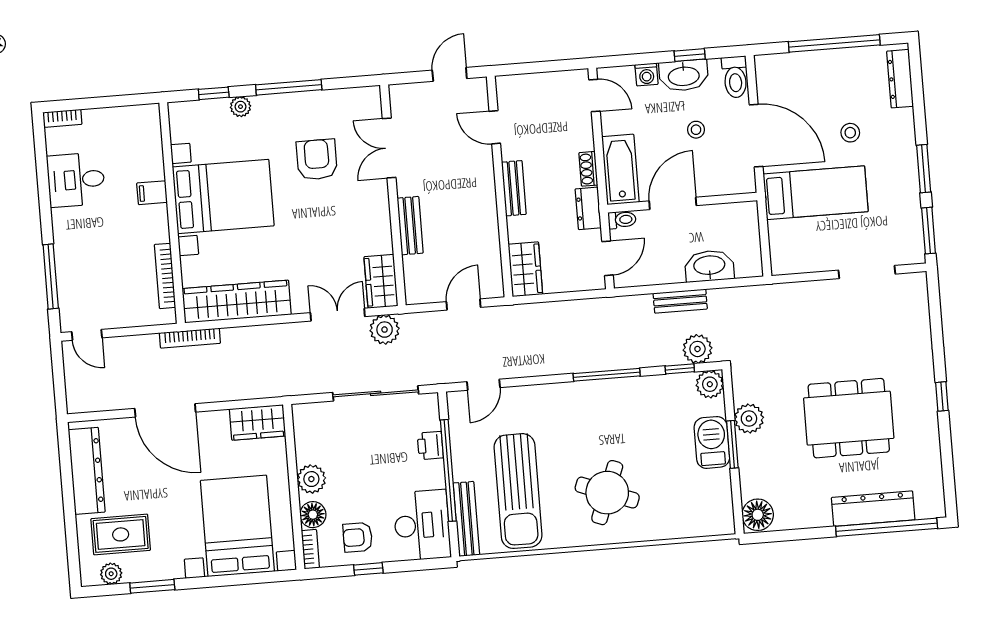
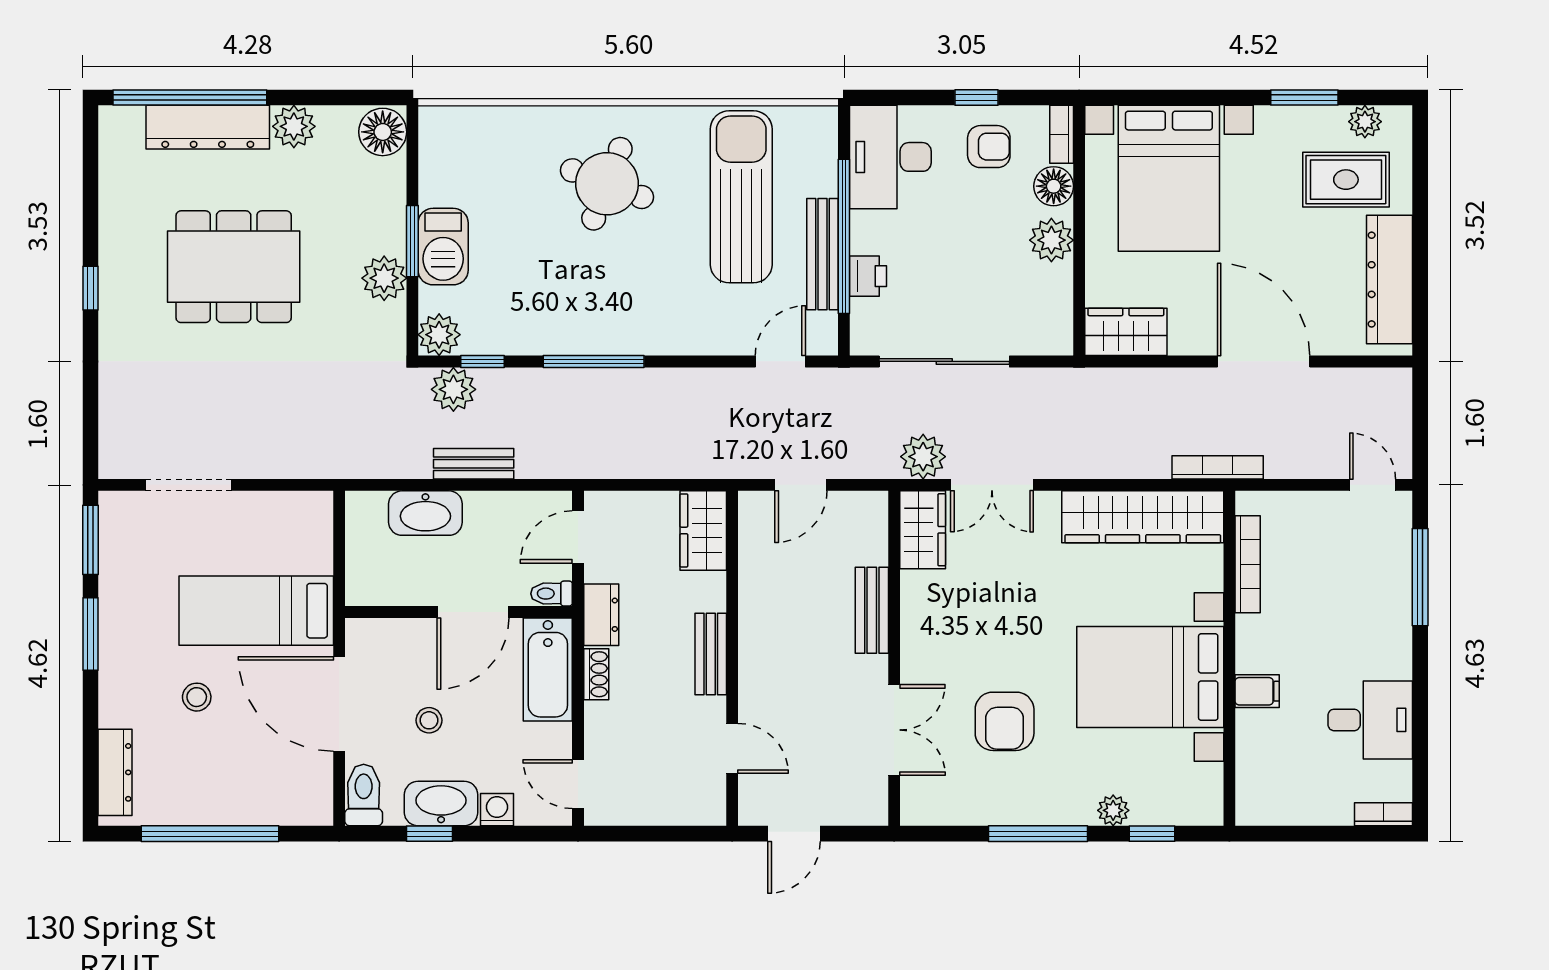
plant: (817, 514) -> (294, 126), added
bench: (466, 519) -> (823, 254), moved

